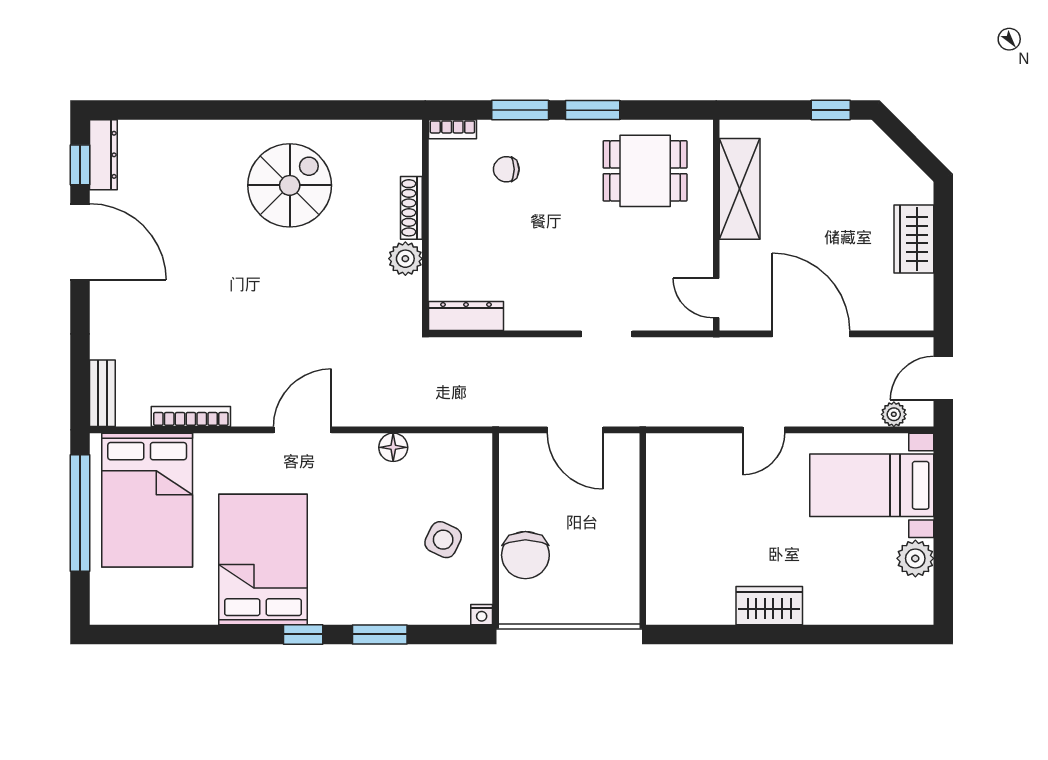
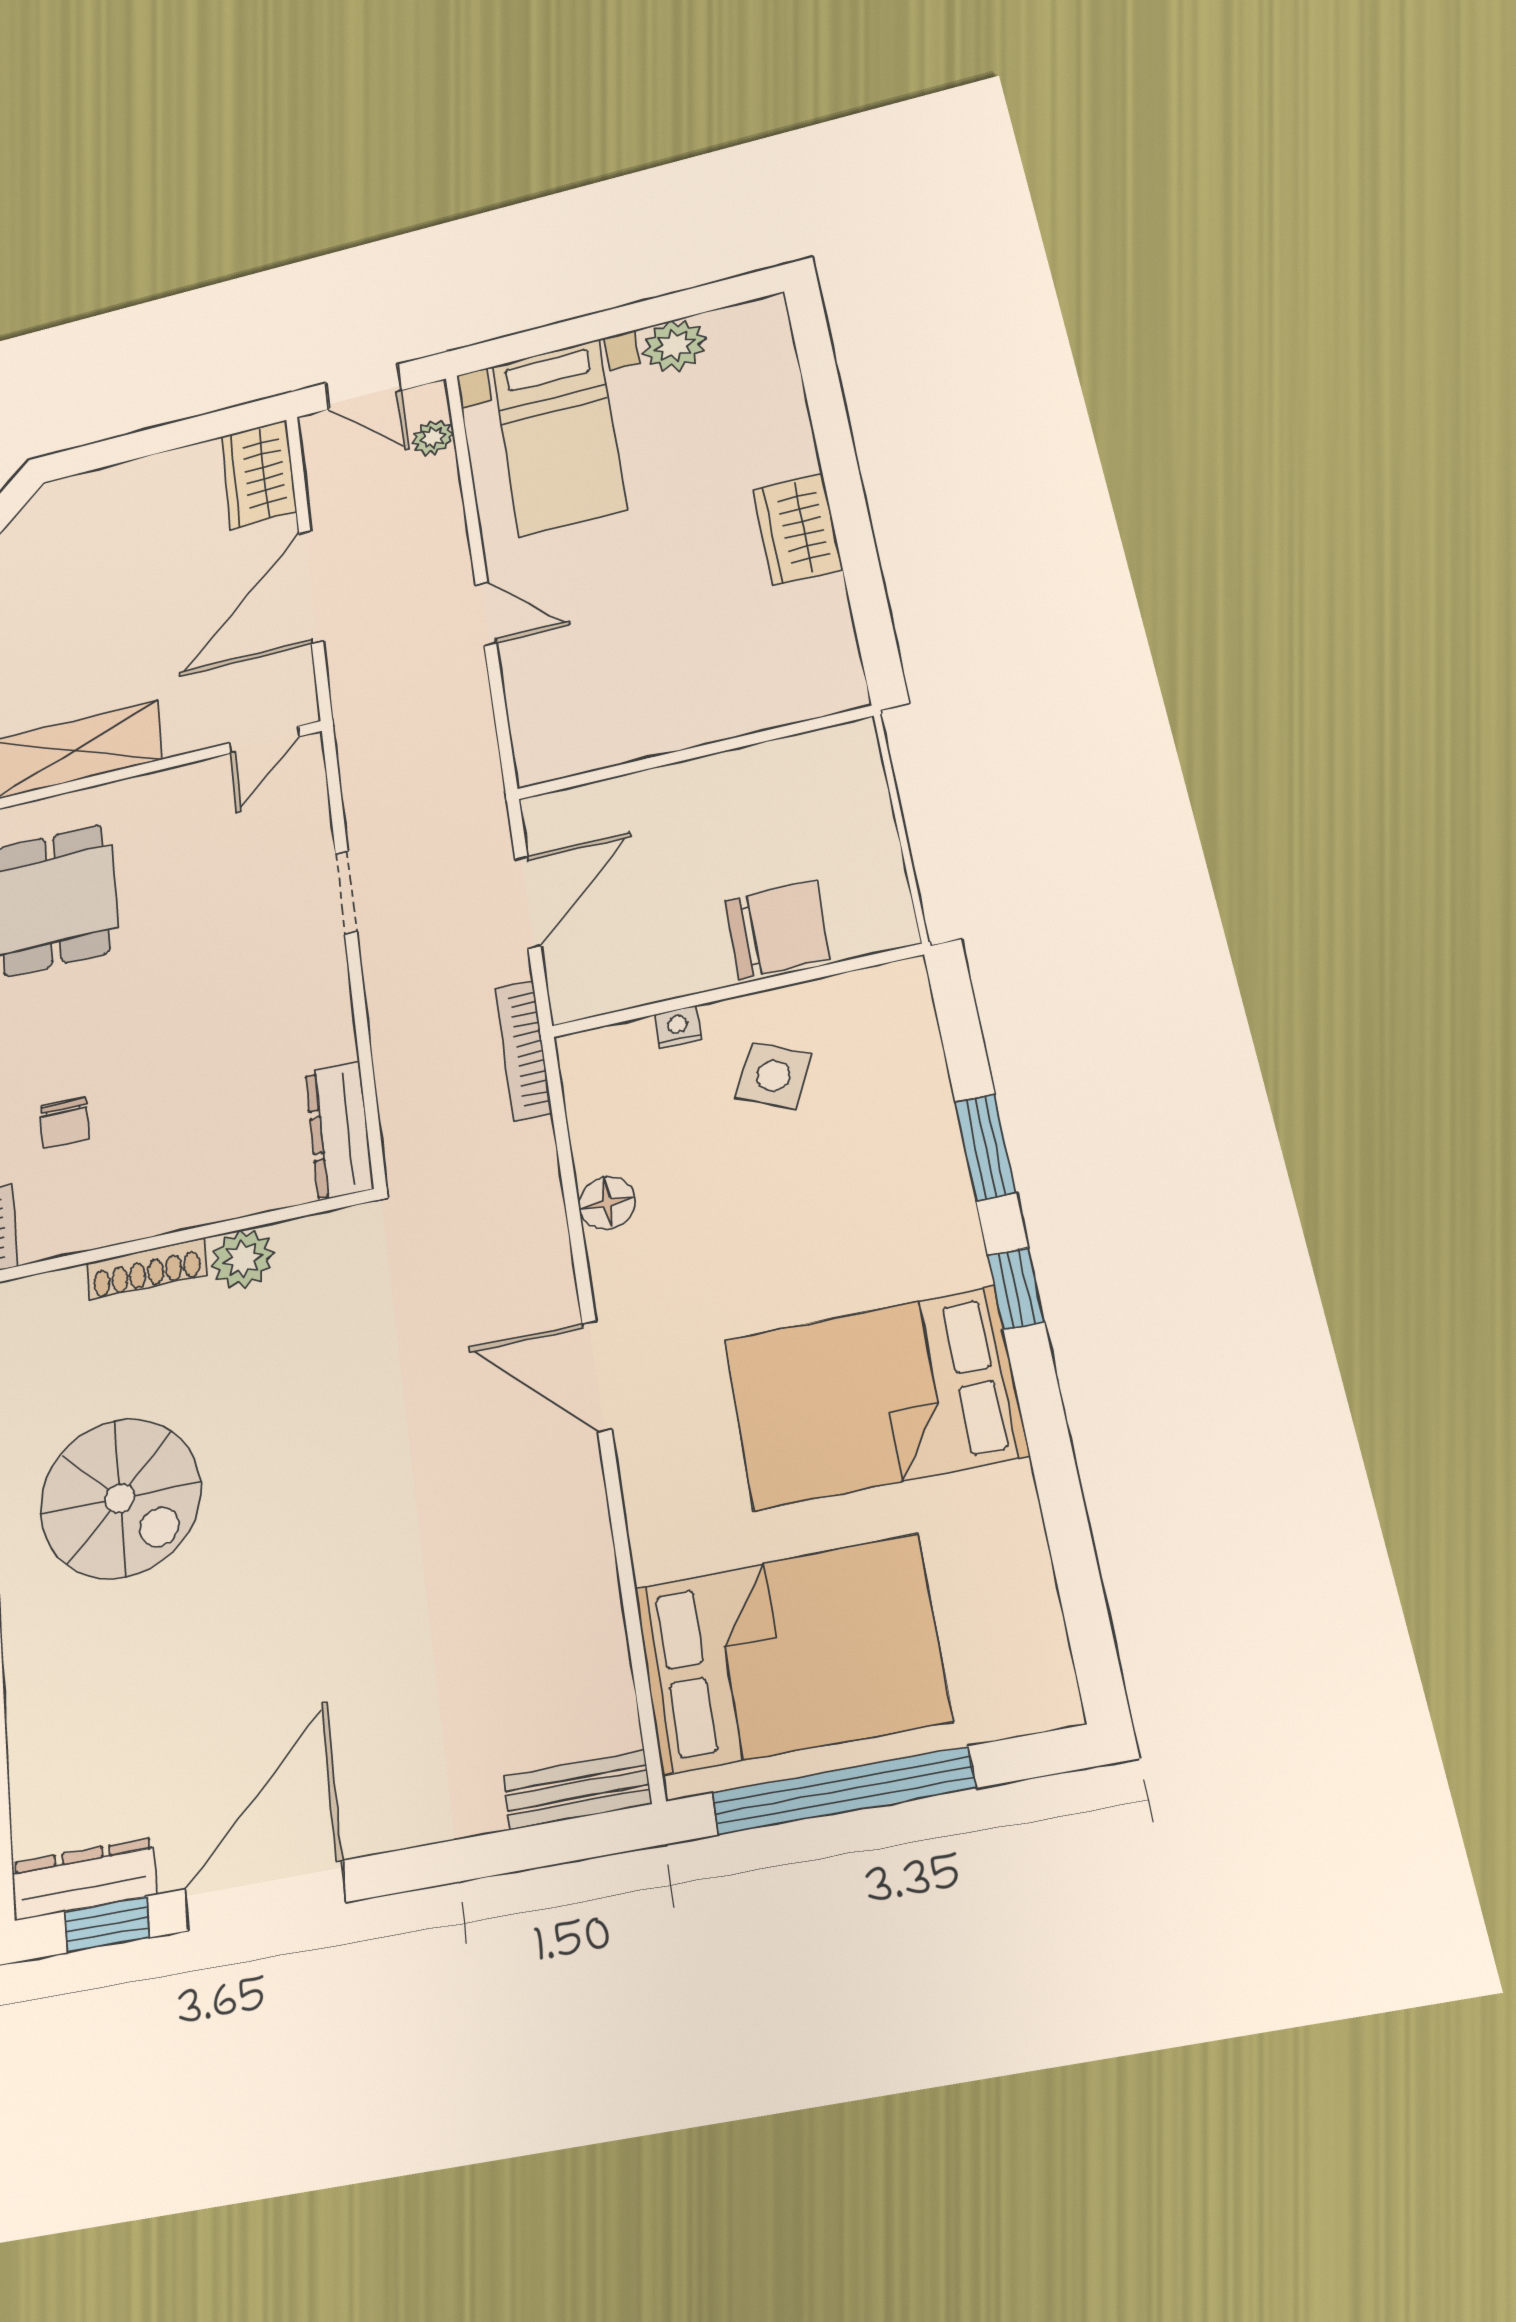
spiral stairs: (290, 185) -> (120, 1498), turned 180
wardrobe: (914, 239) -> (259, 474), moved, turned 90
bookcase: (191, 416) -> (523, 1050), moved
nightstand: (482, 615) -> (678, 1027), moved, turned -90

